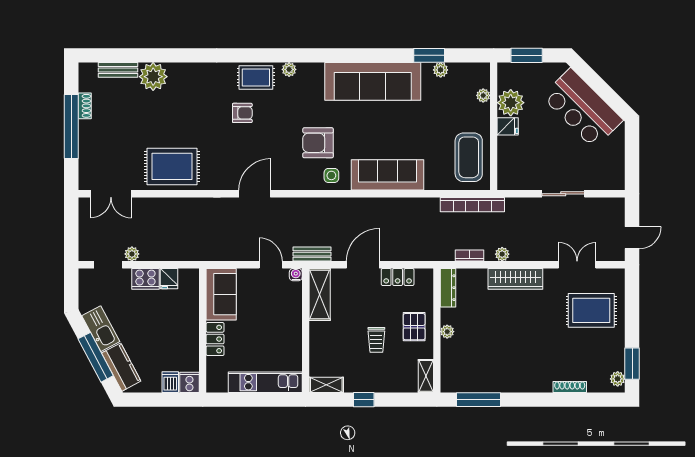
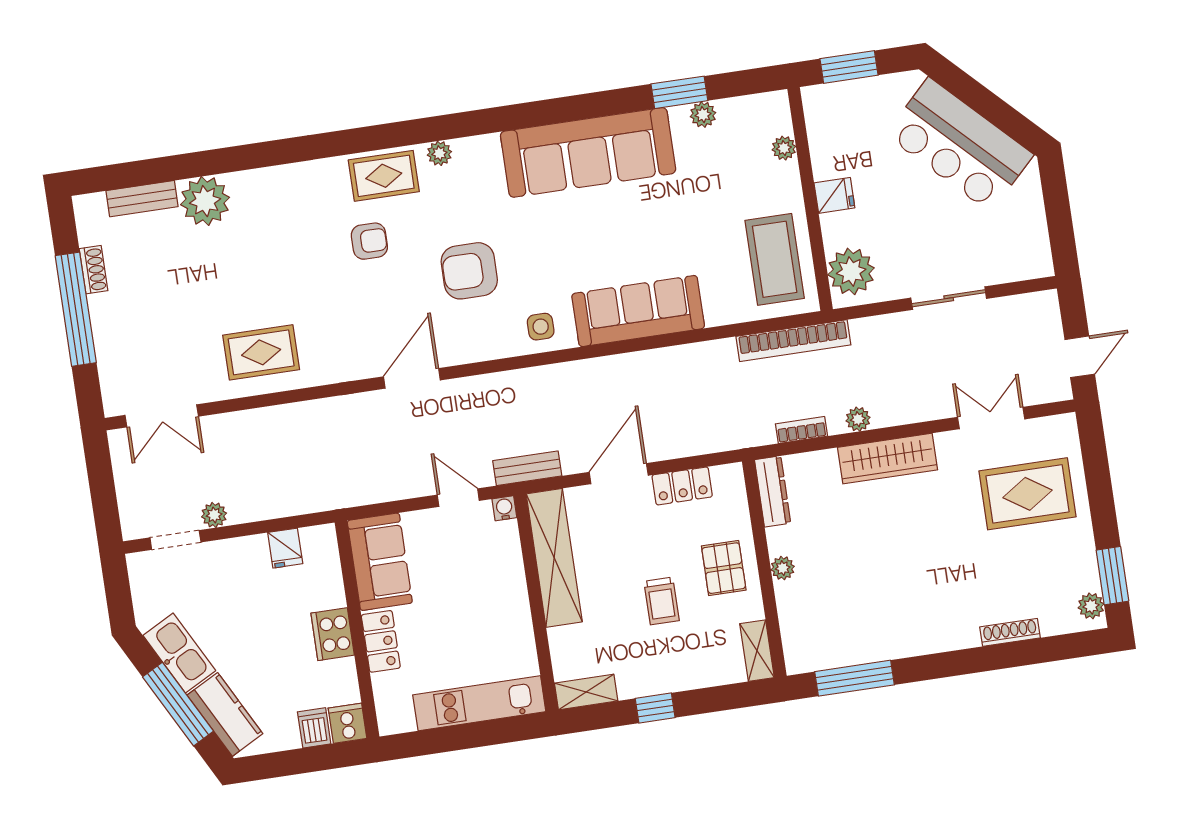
plant: (511, 103) -> (851, 271), moved
armchair: (318, 143) -> (469, 271), moved
rug: (172, 166) -> (261, 352), width x0.73, depth x0.70
cooker: (145, 279) -> (333, 634), moved, turned 90
shelving: (320, 294) -> (554, 558), width x1.47

